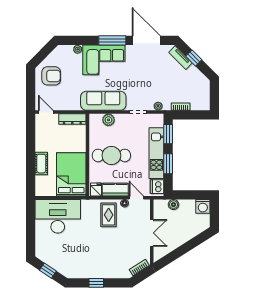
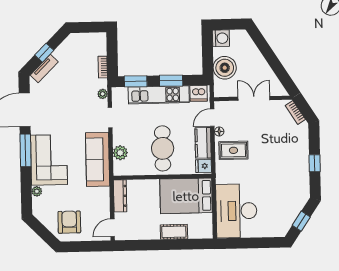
boiler: (174, 205) -> (225, 68), width x1.86, depth x1.86

